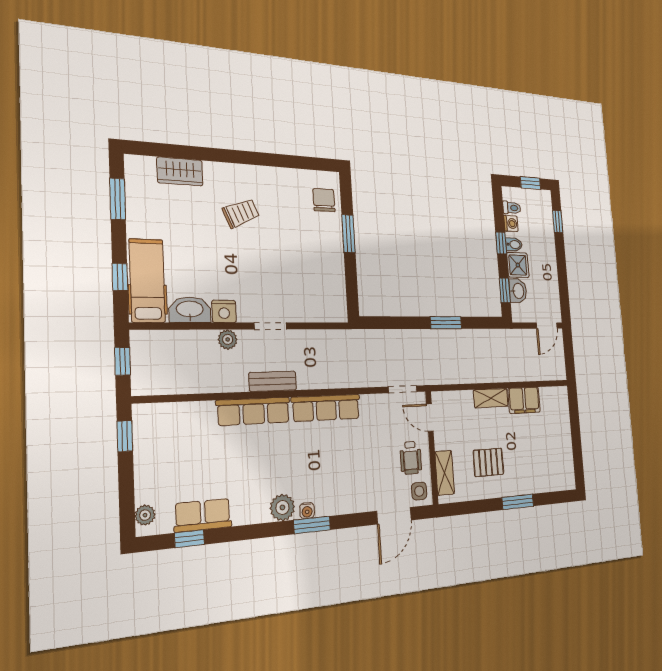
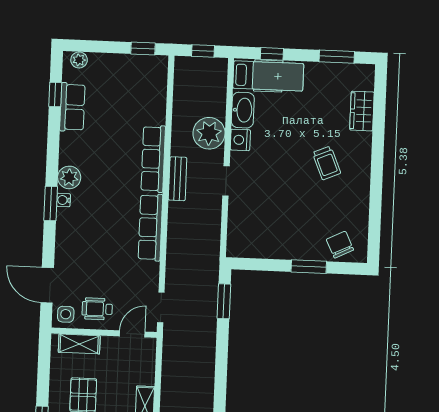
chair: (324, 200) -> (340, 245), turned -115
window: (446, 323) -> (224, 301), moved
plant: (228, 339) -> (209, 133), width x1.88, depth x1.88

